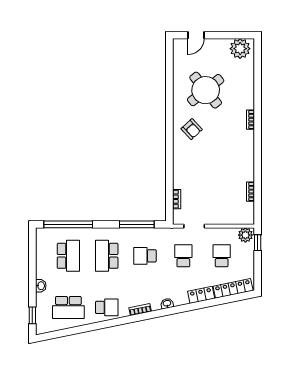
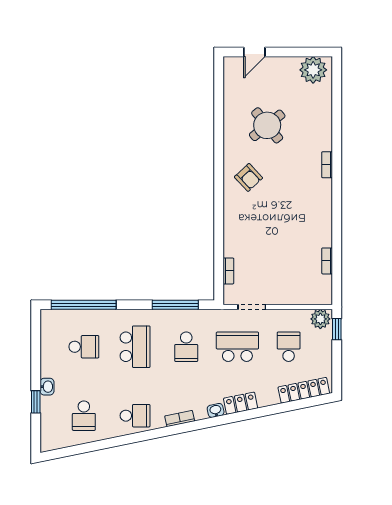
round table: (206, 90) -> (267, 125), width x0.73, depth x0.73
school desk: (68, 256) -> (84, 347), width x0.54
school desk: (107, 256) -> (135, 347), turned 180
school desk: (145, 256) -> (186, 347), turned -90
school desk: (183, 256) -> (237, 347), width x1.85
locker: (201, 295) -> (241, 403), moved
school desk: (68, 307) -> (84, 416), width x0.54
window: (32, 315) -> (36, 402), moved

